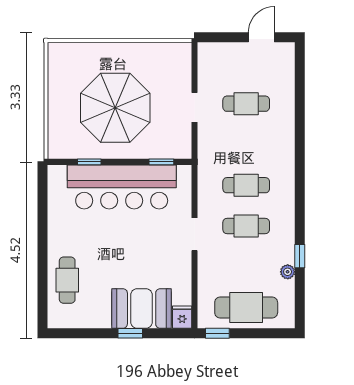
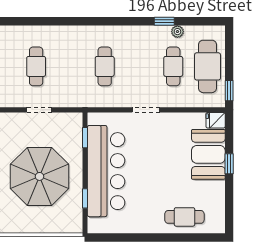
cafe table: (246, 226) -> (173, 66), moved

